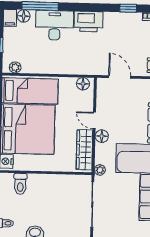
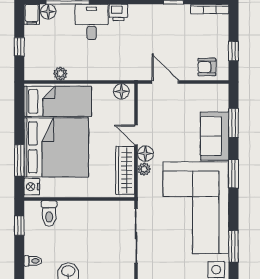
printer: (89, 22) -> (118, 12), width x0.53, depth x0.68
desk: (54, 25) -> (92, 22), width x0.73
plant: (15, 67) -> (60, 74), moved
plant: (100, 170) -> (144, 169), moved

